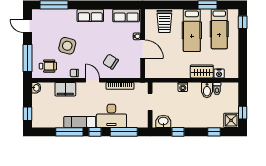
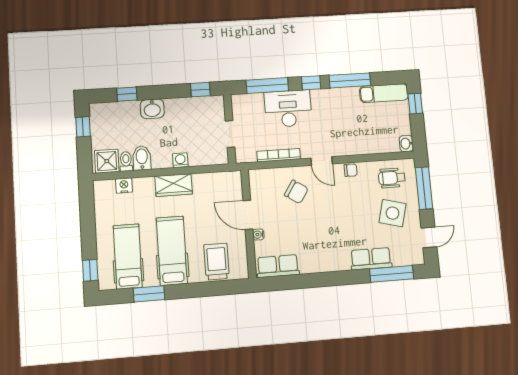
row of seats: (90, 15) -> (371, 259), moved
door: (27, 26) -> (429, 237), hinge flipped
side table: (67, 46) -> (393, 213), moved
wardrobe: (202, 71) -> (174, 185), moved
filing cabinet: (65, 89) -> (362, 144), removed
shower: (231, 120) -> (107, 161), moved
washbasin: (163, 121) -> (152, 109), moved
exam couch: (80, 122) -> (384, 93), moved
window: (178, 132) -> (200, 90), moved

